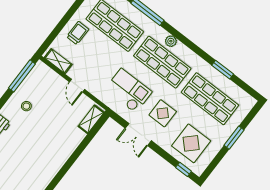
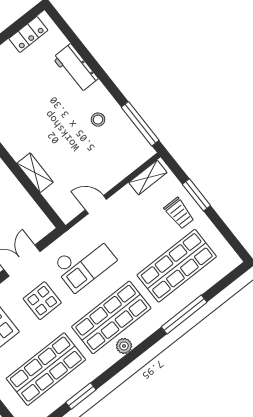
window: (62, 24) -> (196, 195), added
plant: (171, 41) -> (124, 346), moved
door: (77, 86) -> (96, 205), moved
shelving: (91, 119) -> (35, 173), moved

